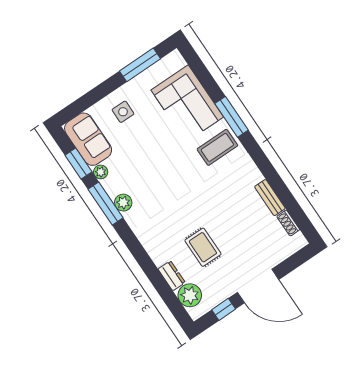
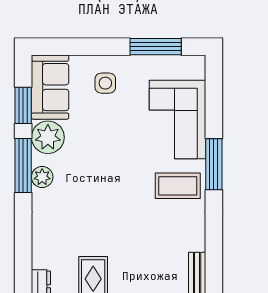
plant: (101, 172) -> (48, 137), width x1.88, depth x1.88

